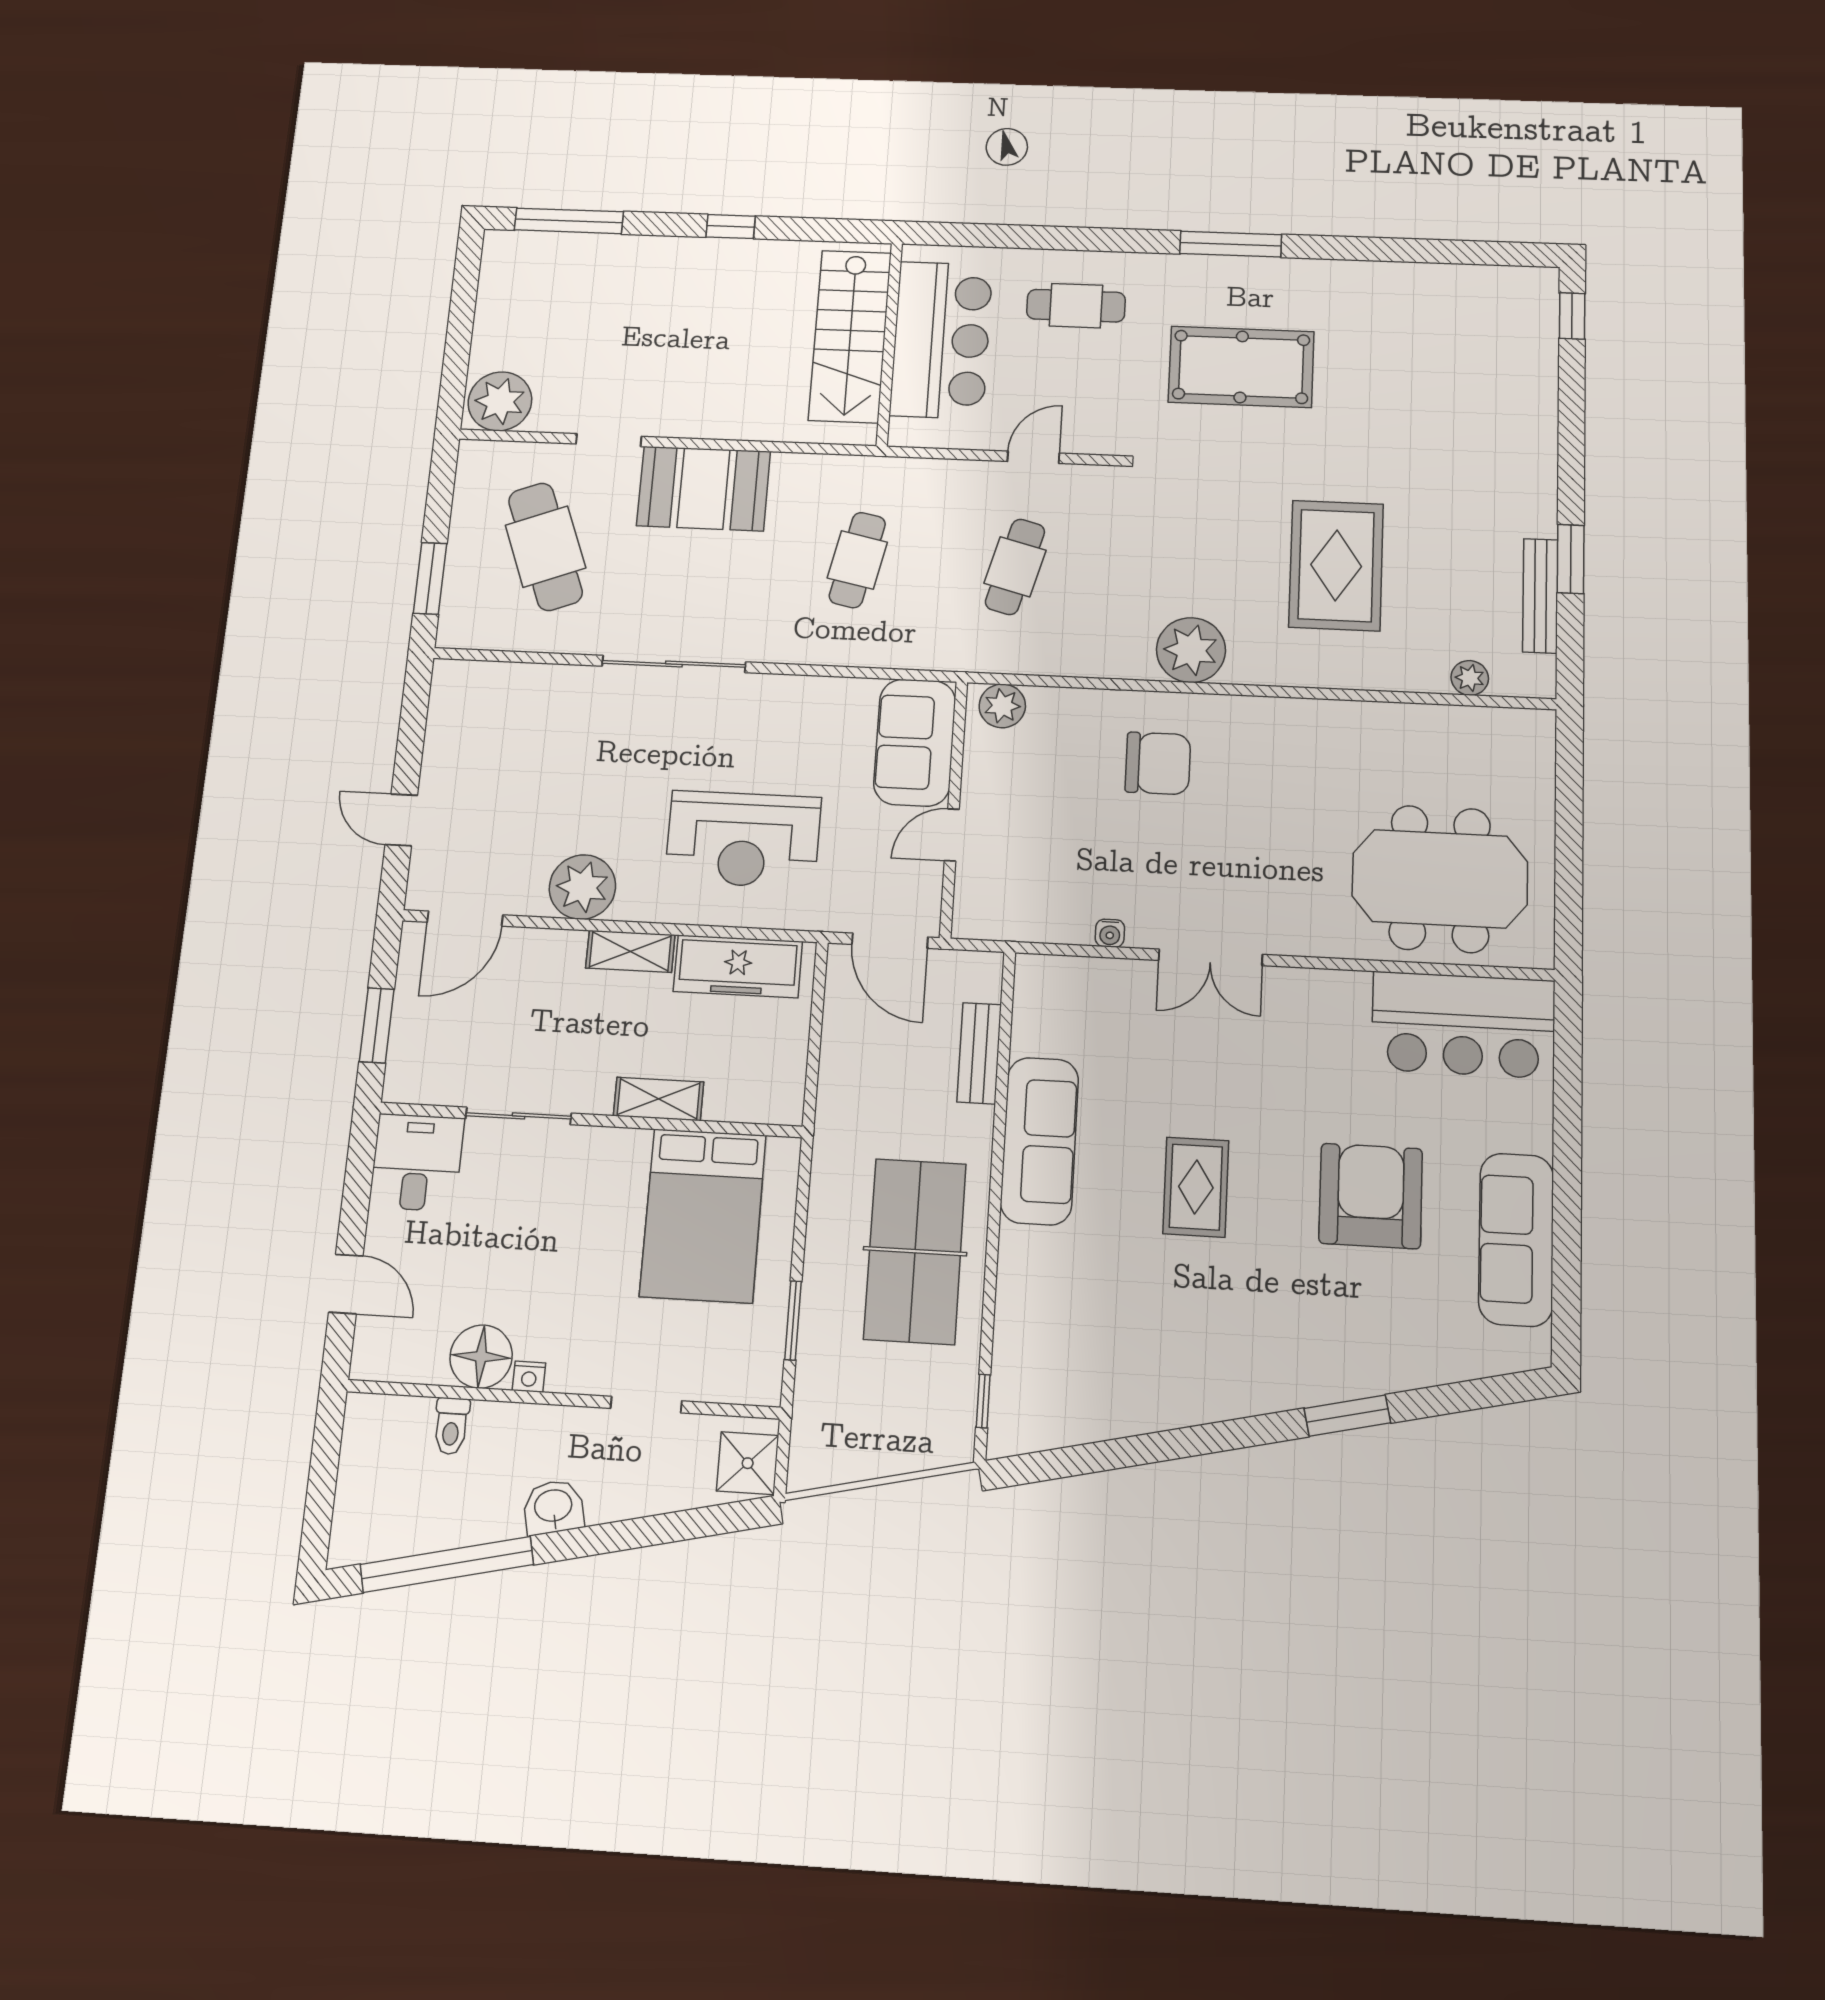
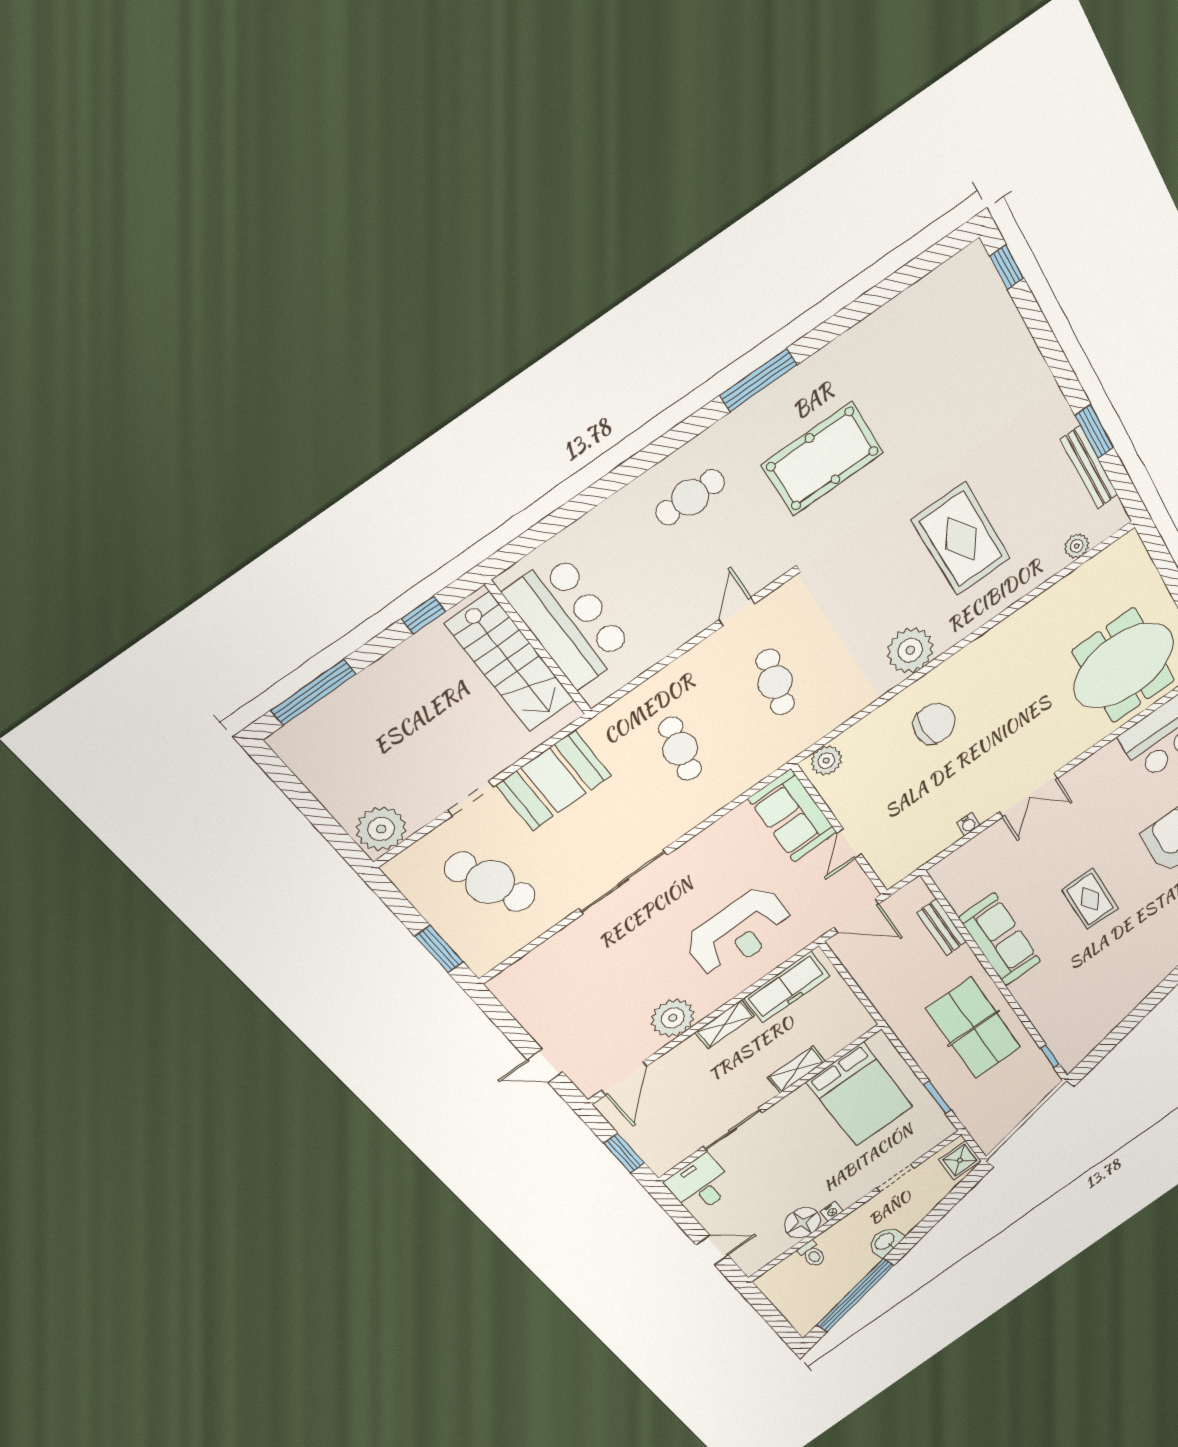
stairs: (850, 336) -> (510, 662), moved
bar counter: (941, 340) -> (569, 621), moved
wall: (889, 344) -> (539, 648), moved

